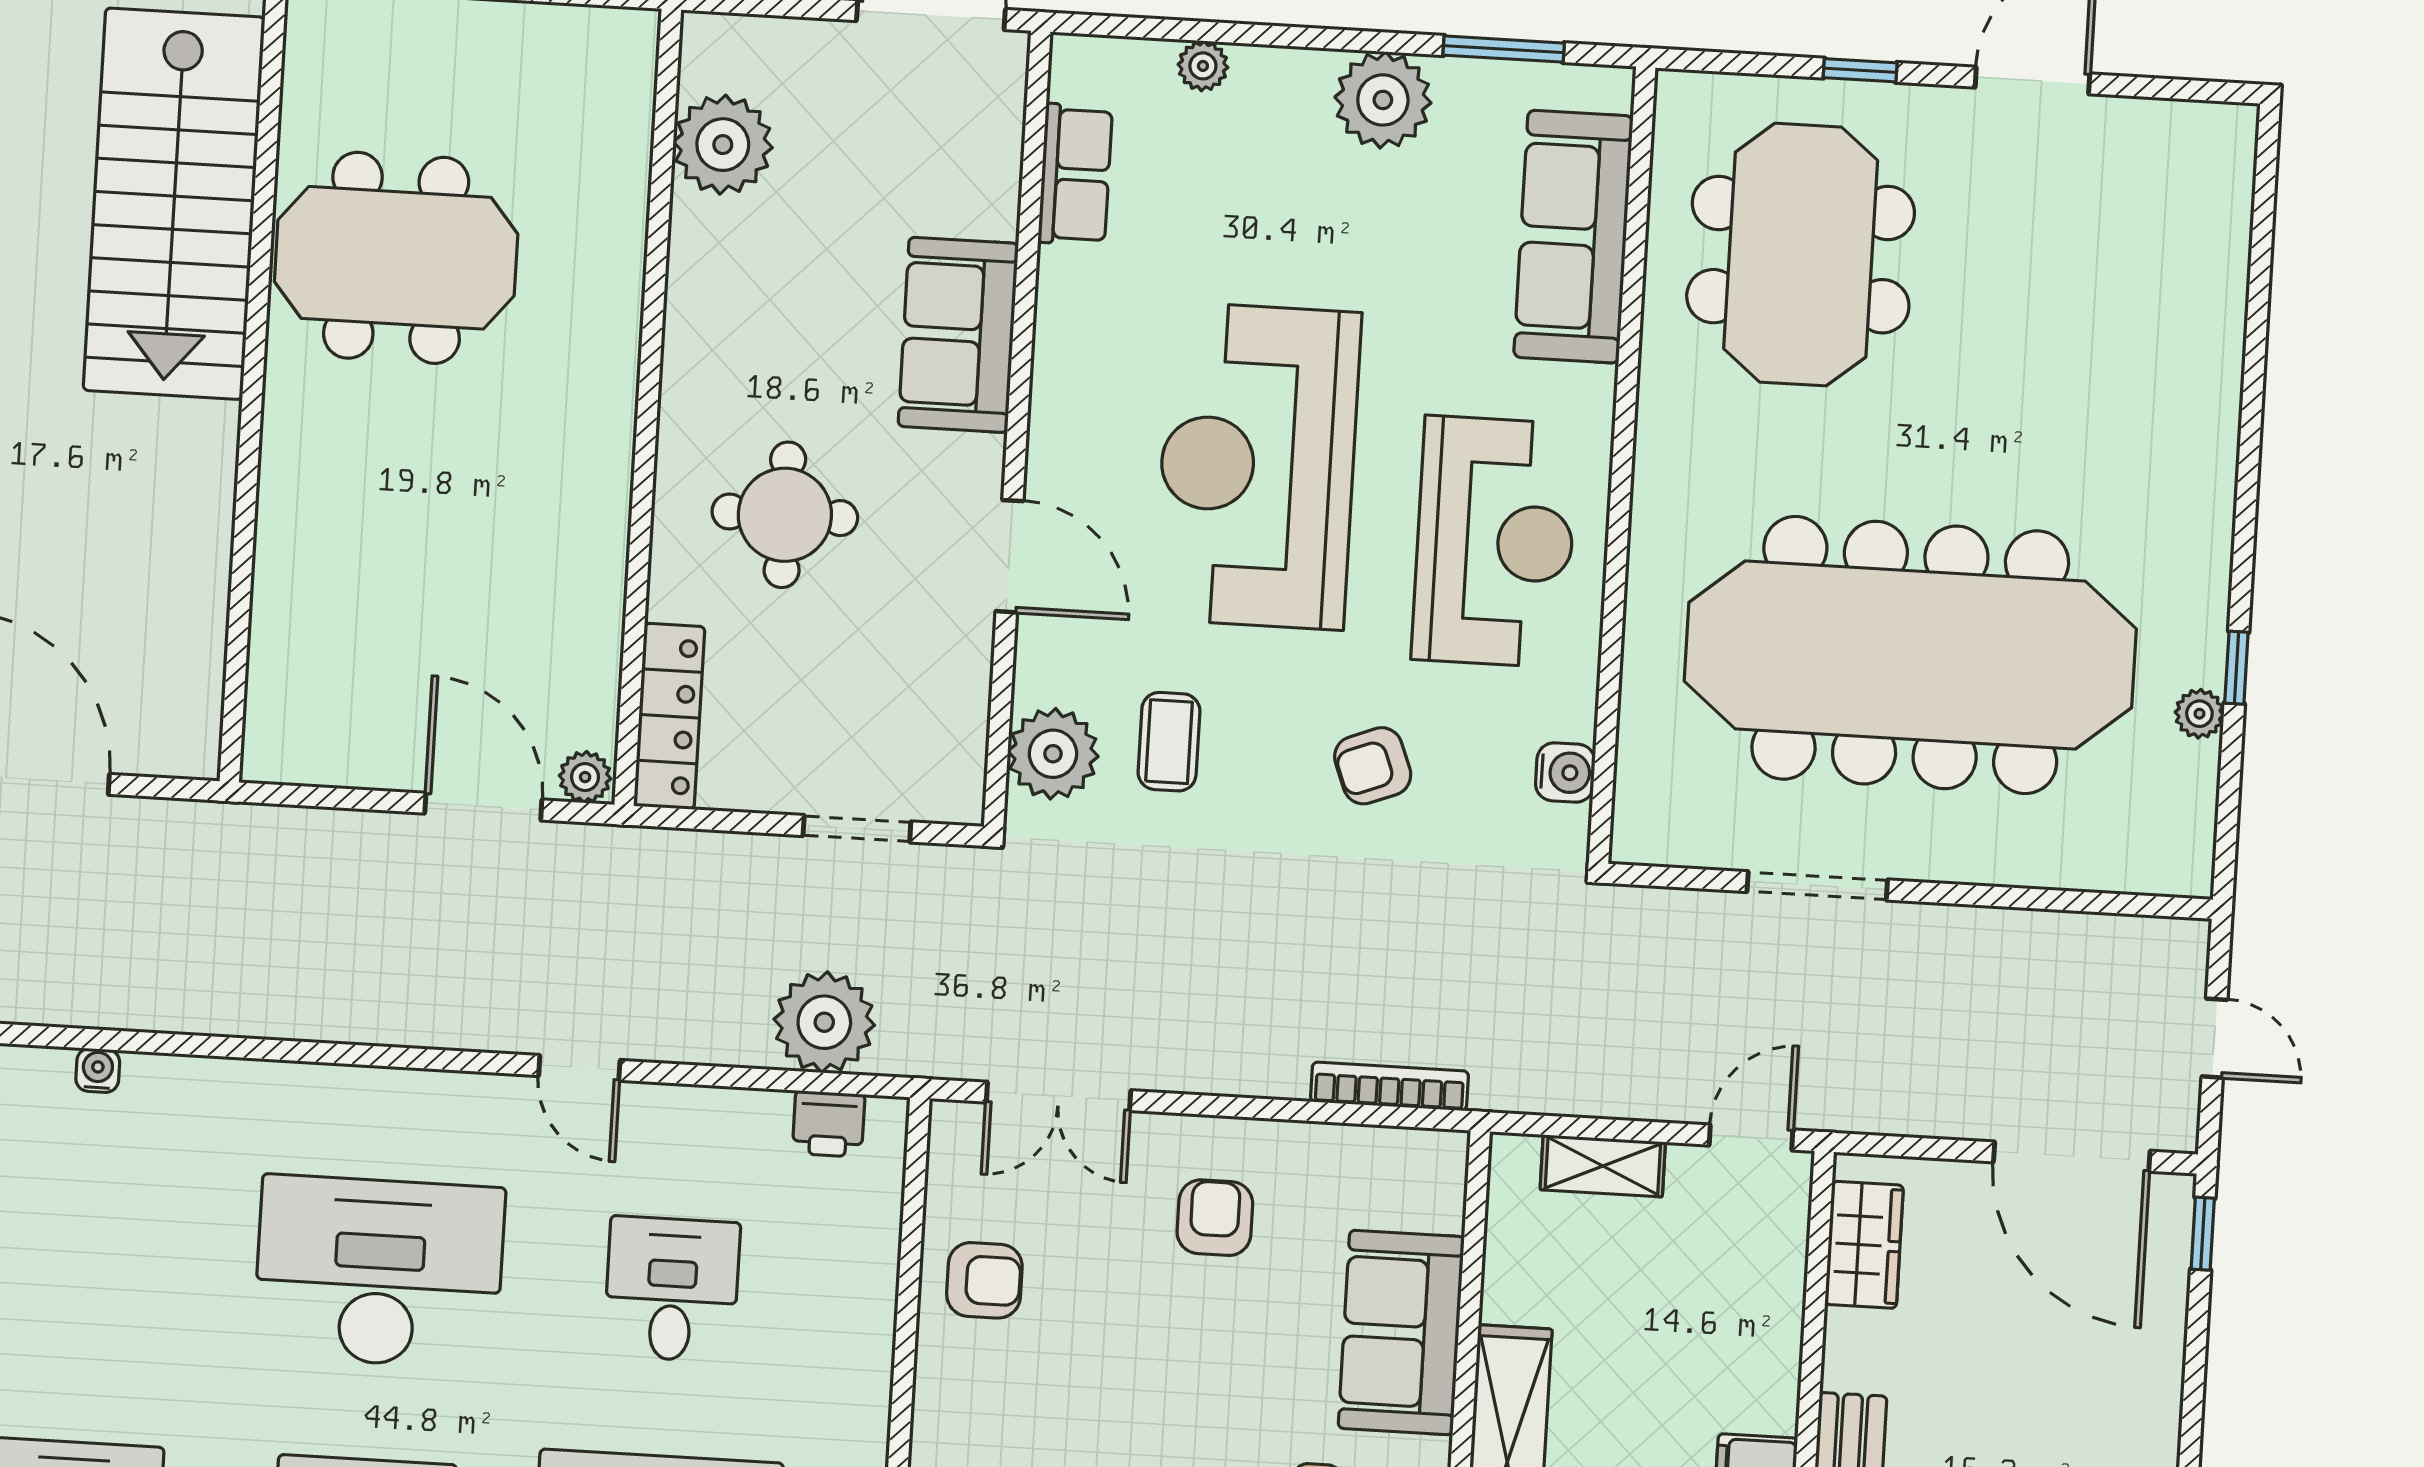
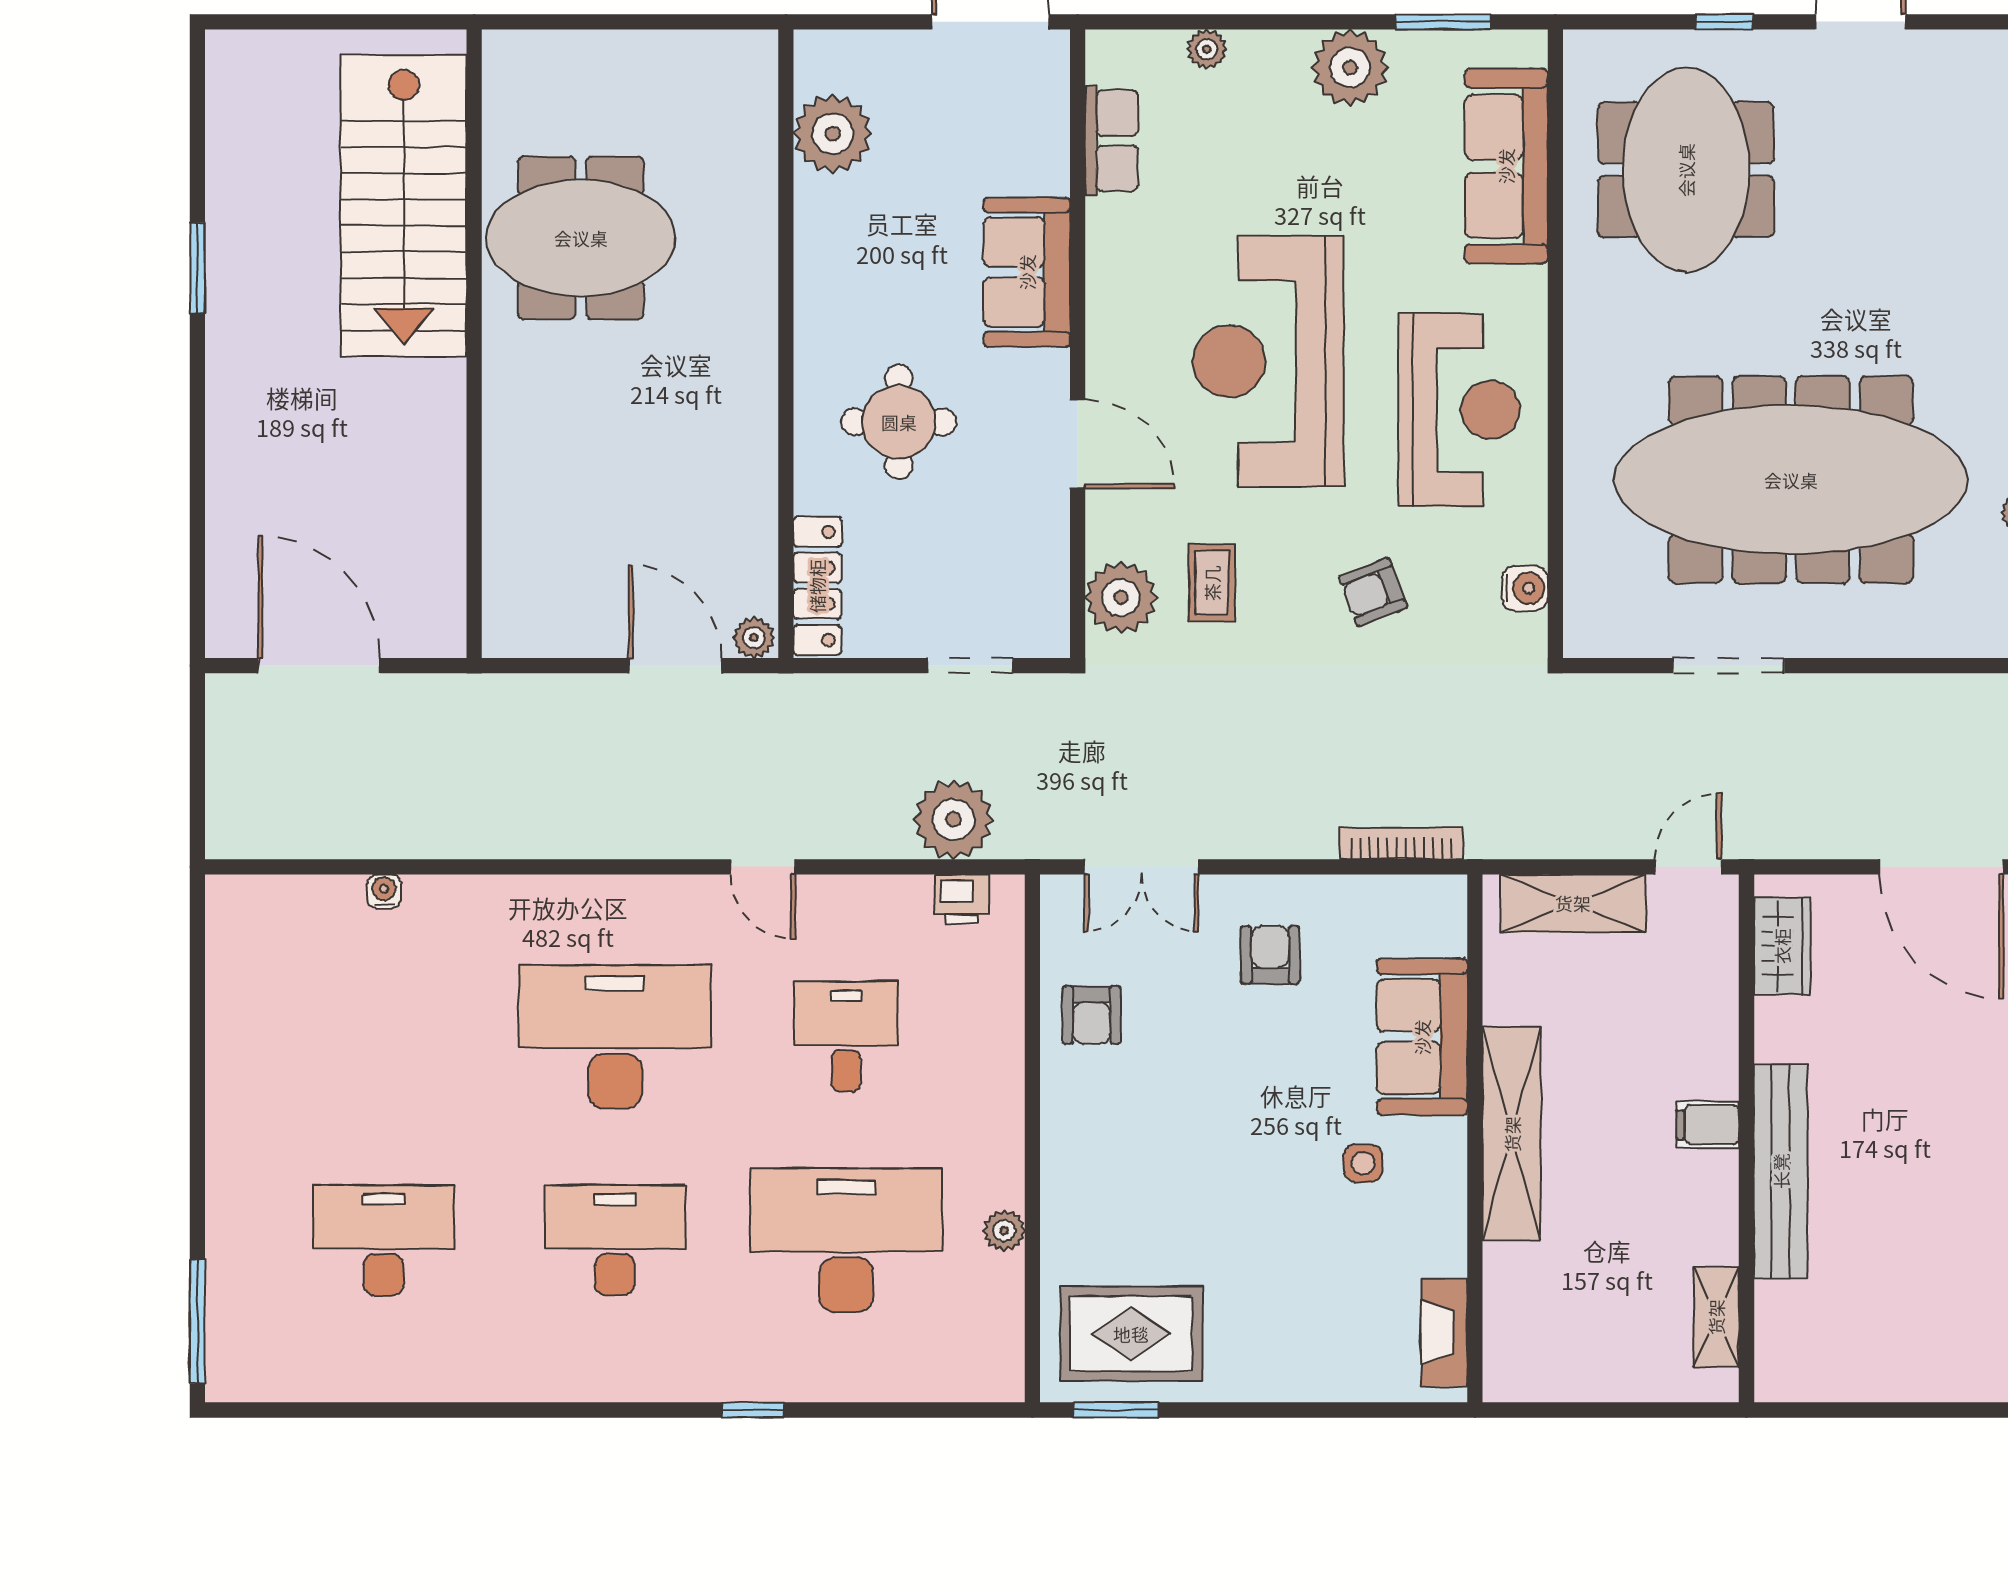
shelving: (1603, 1166) -> (1573, 903), width x1.50, depth x1.33
armchair: (984, 1280) -> (1092, 1015), turned 90

